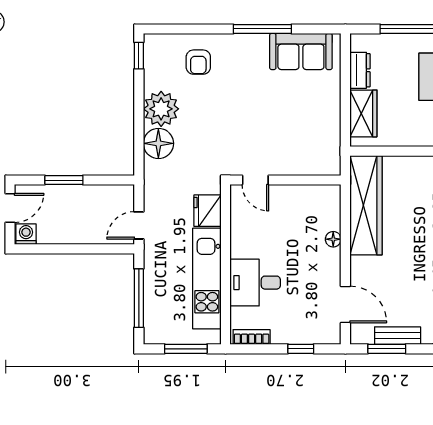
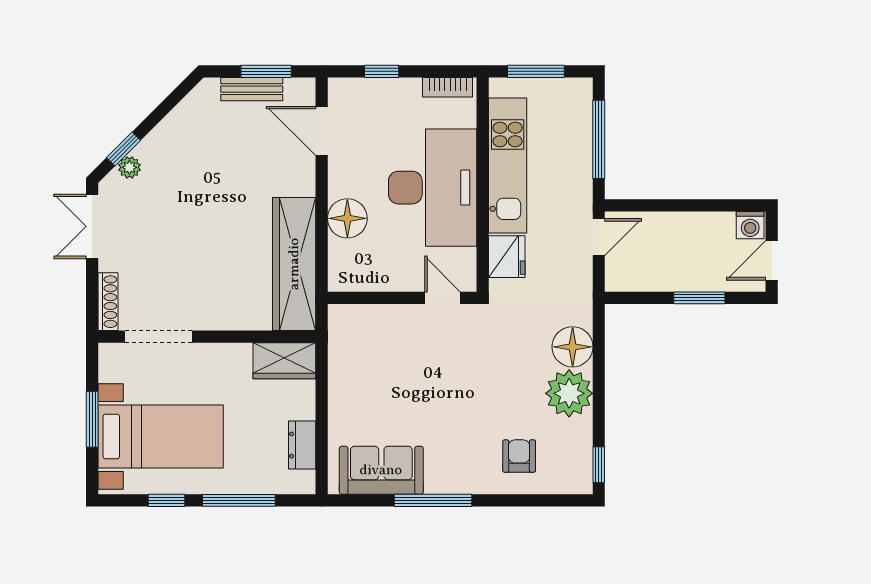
wardrobe: (363, 113) -> (284, 361), moved, turned -90
floor lamp: (333, 239) -> (347, 218), width x1.89, depth x1.89
desk: (255, 283) -> (433, 188), width x1.87, depth x1.30

